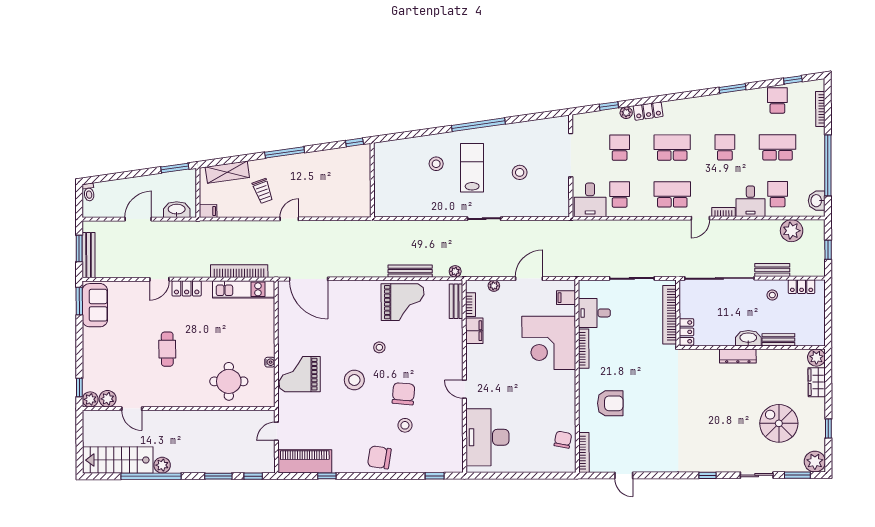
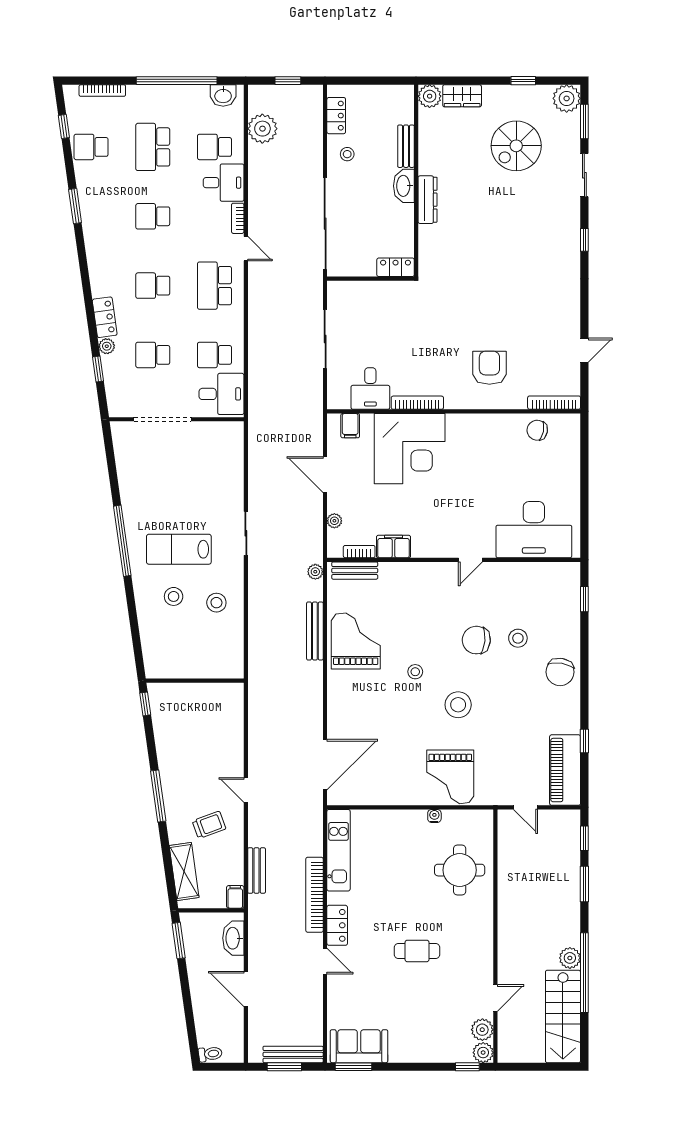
school desk: (672, 148) -> (153, 286), width x0.54
stool: (520, 172) -> (216, 603), moved
bench: (772, 270) -> (257, 870), moved
bookcase: (239, 271) -> (314, 895), moved
bookcase: (670, 315) -> (373, 289), removed

